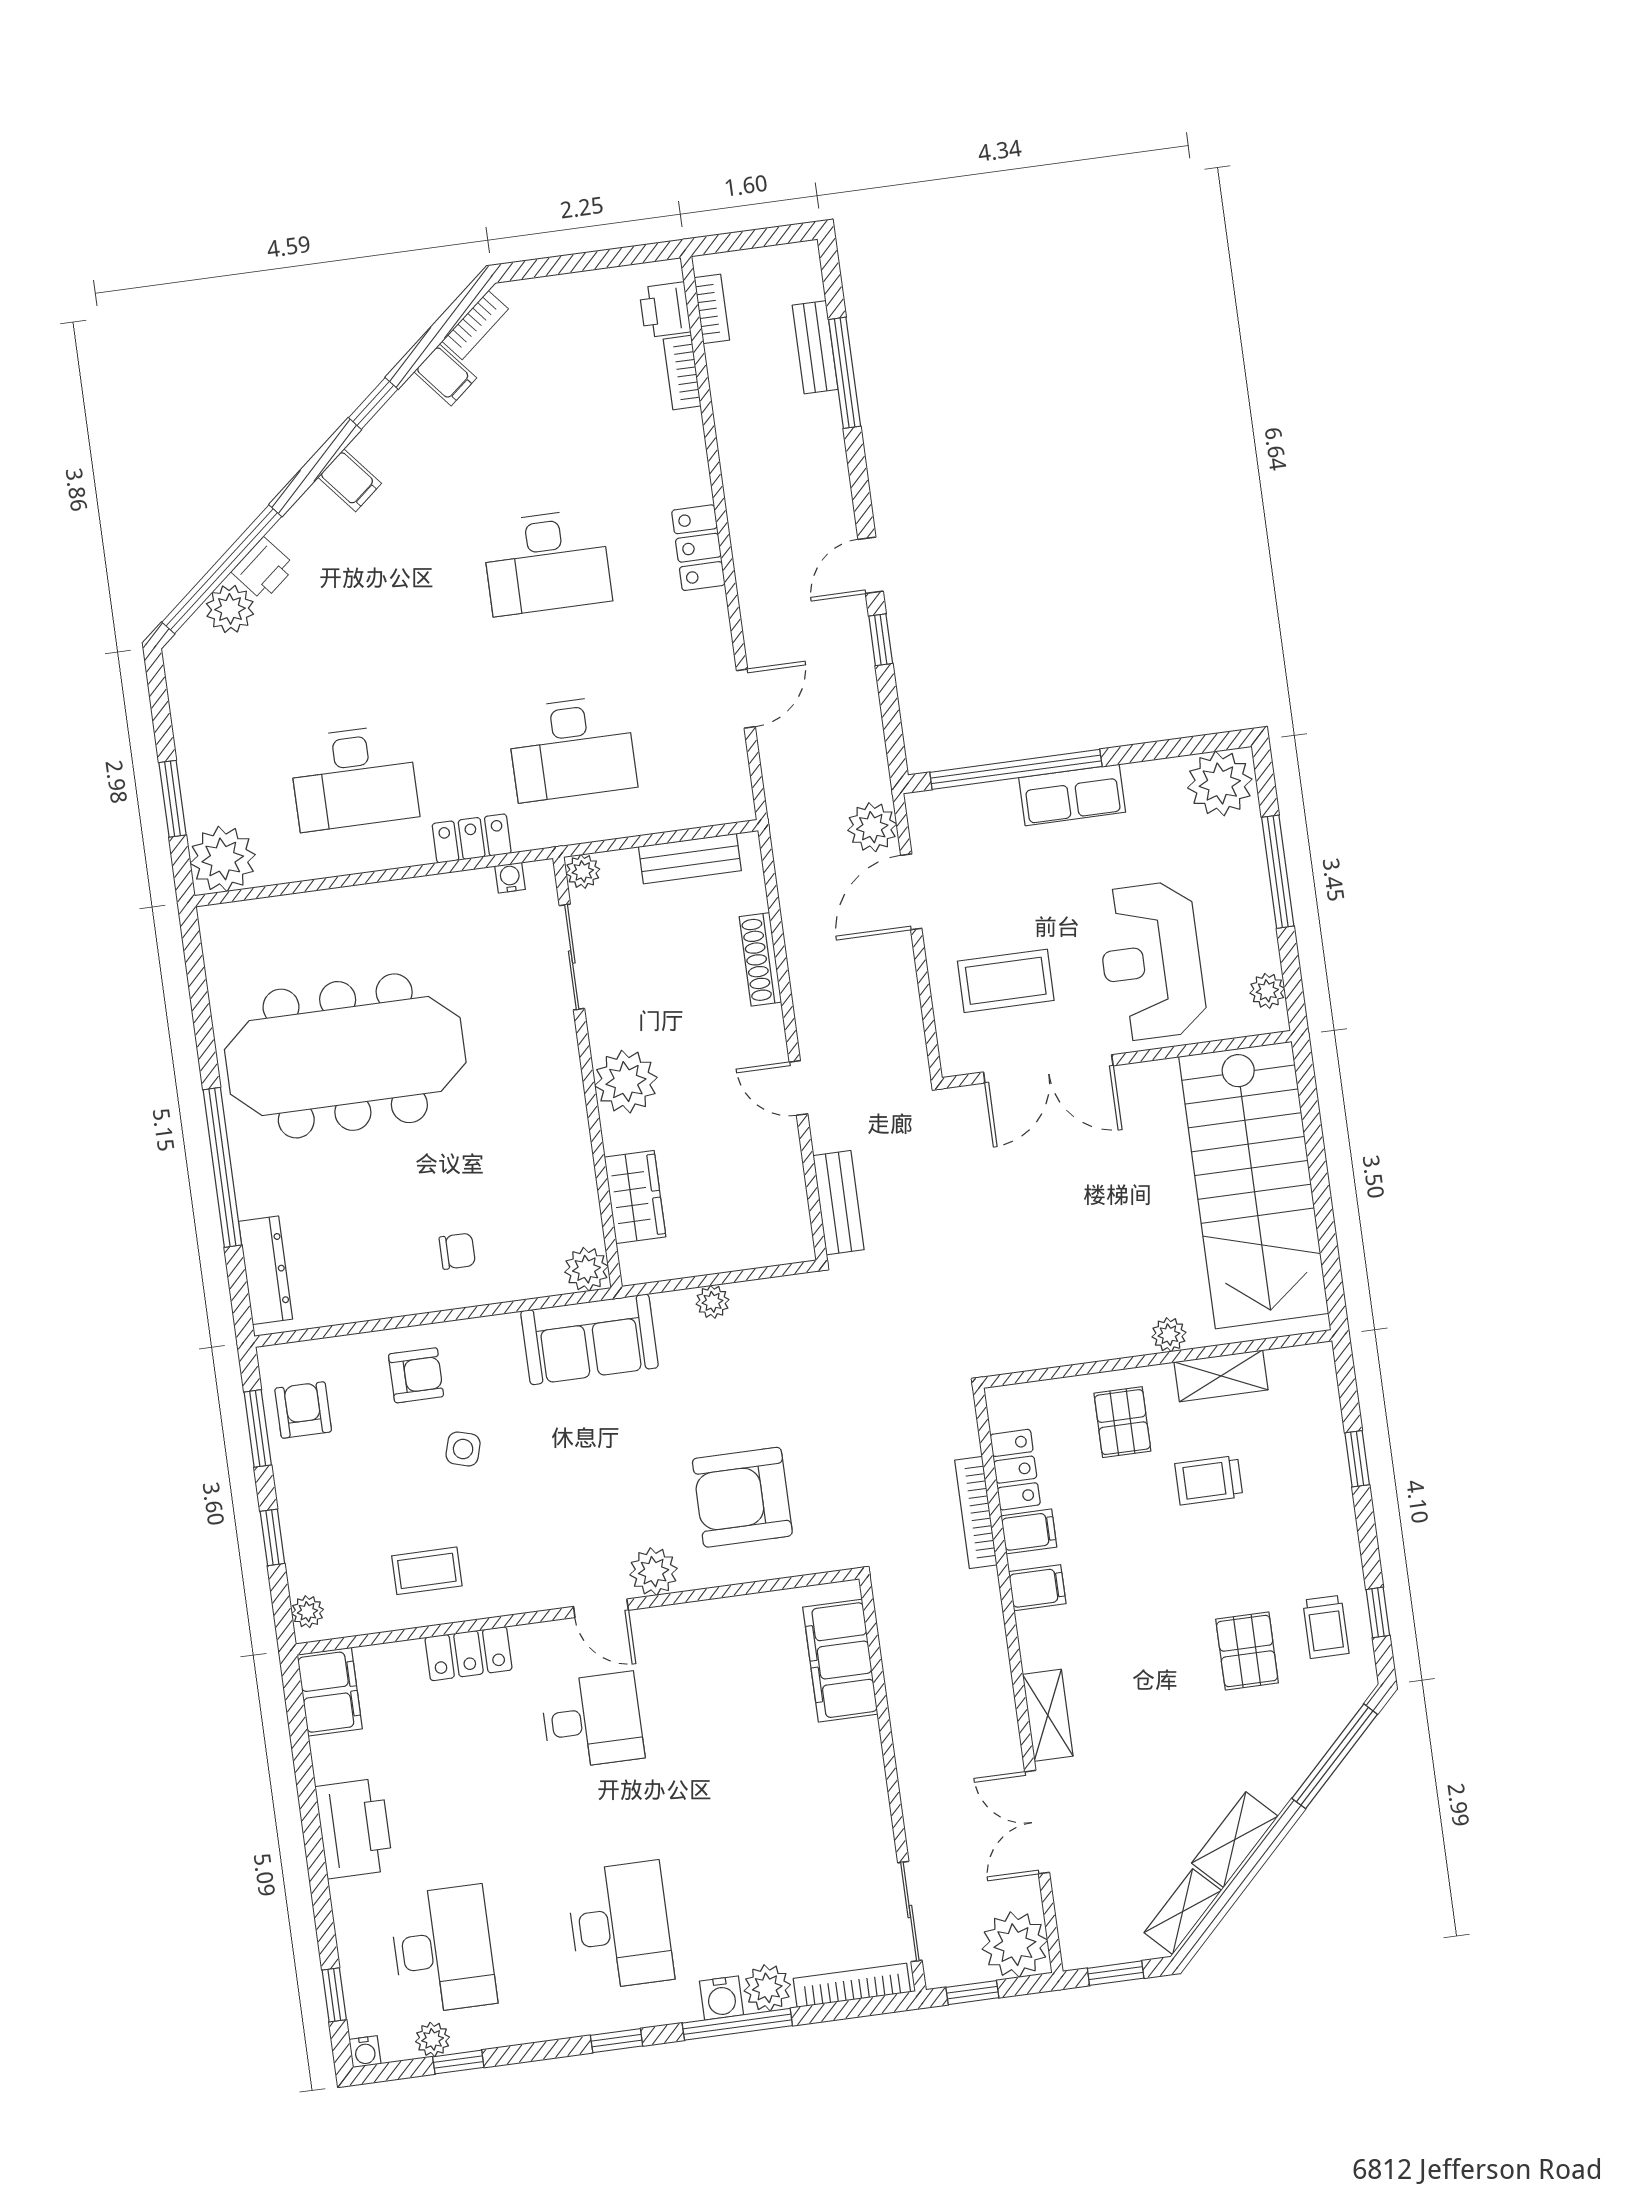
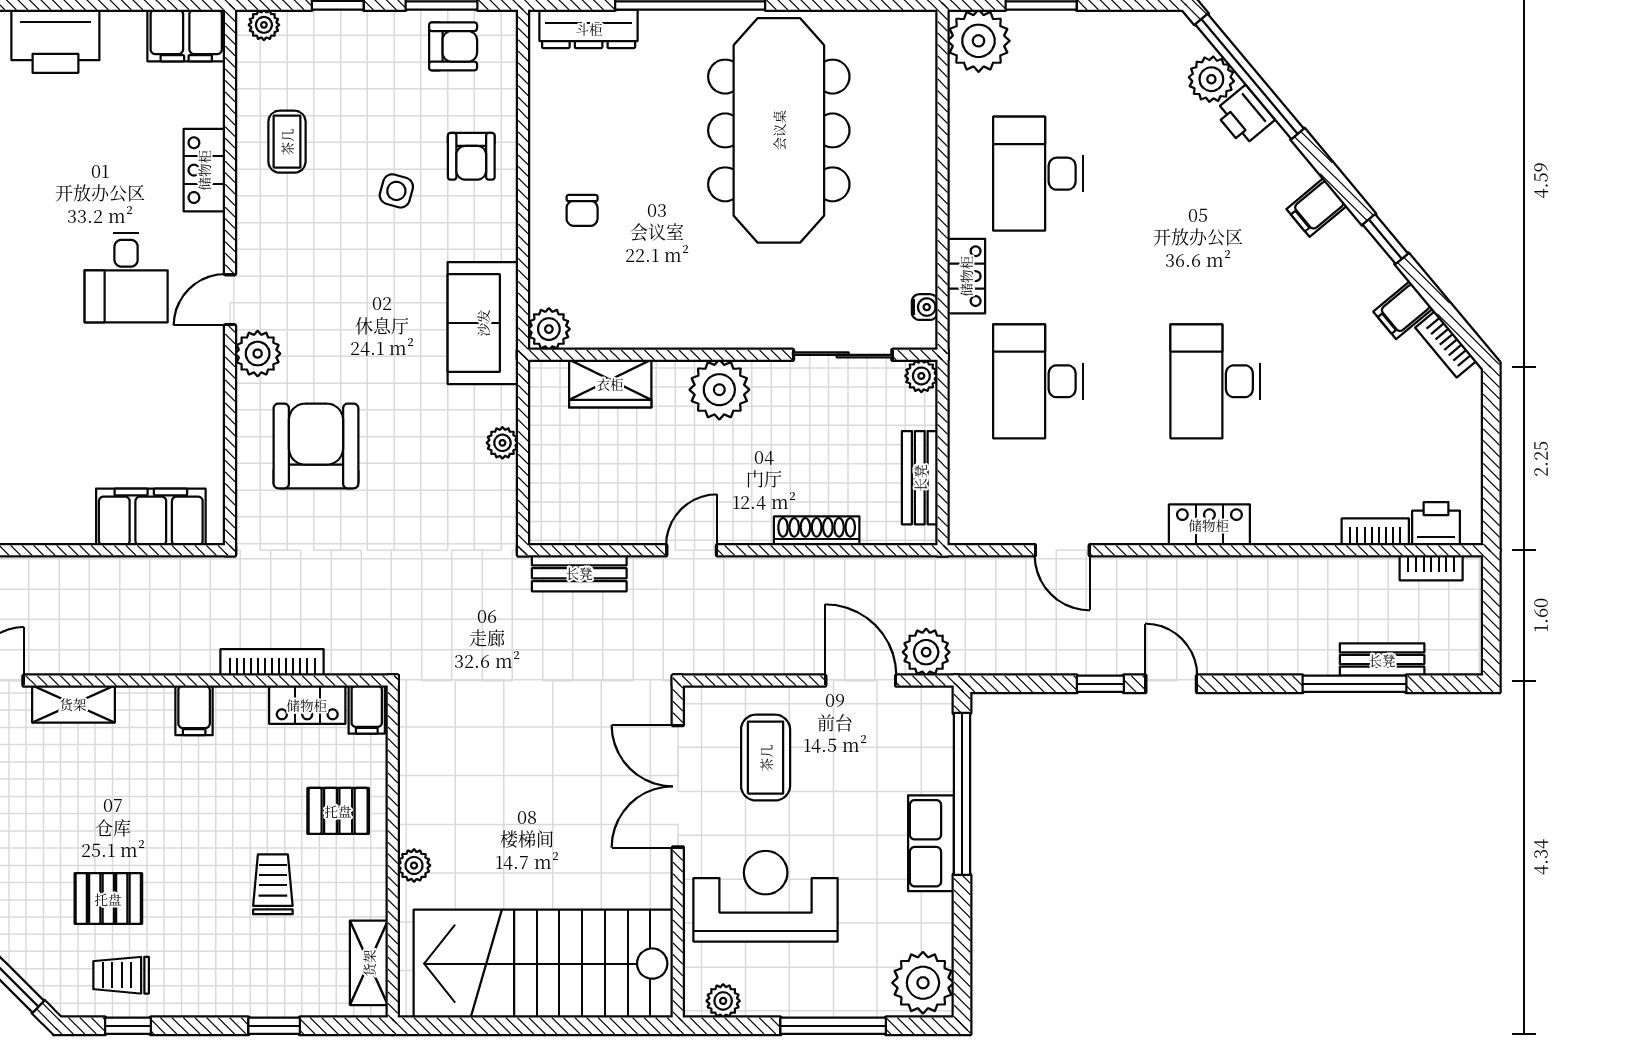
shelving: (1221, 1376) -> (369, 963), moved
filing cabinet: (1029, 1531) -> (367, 710), moved

